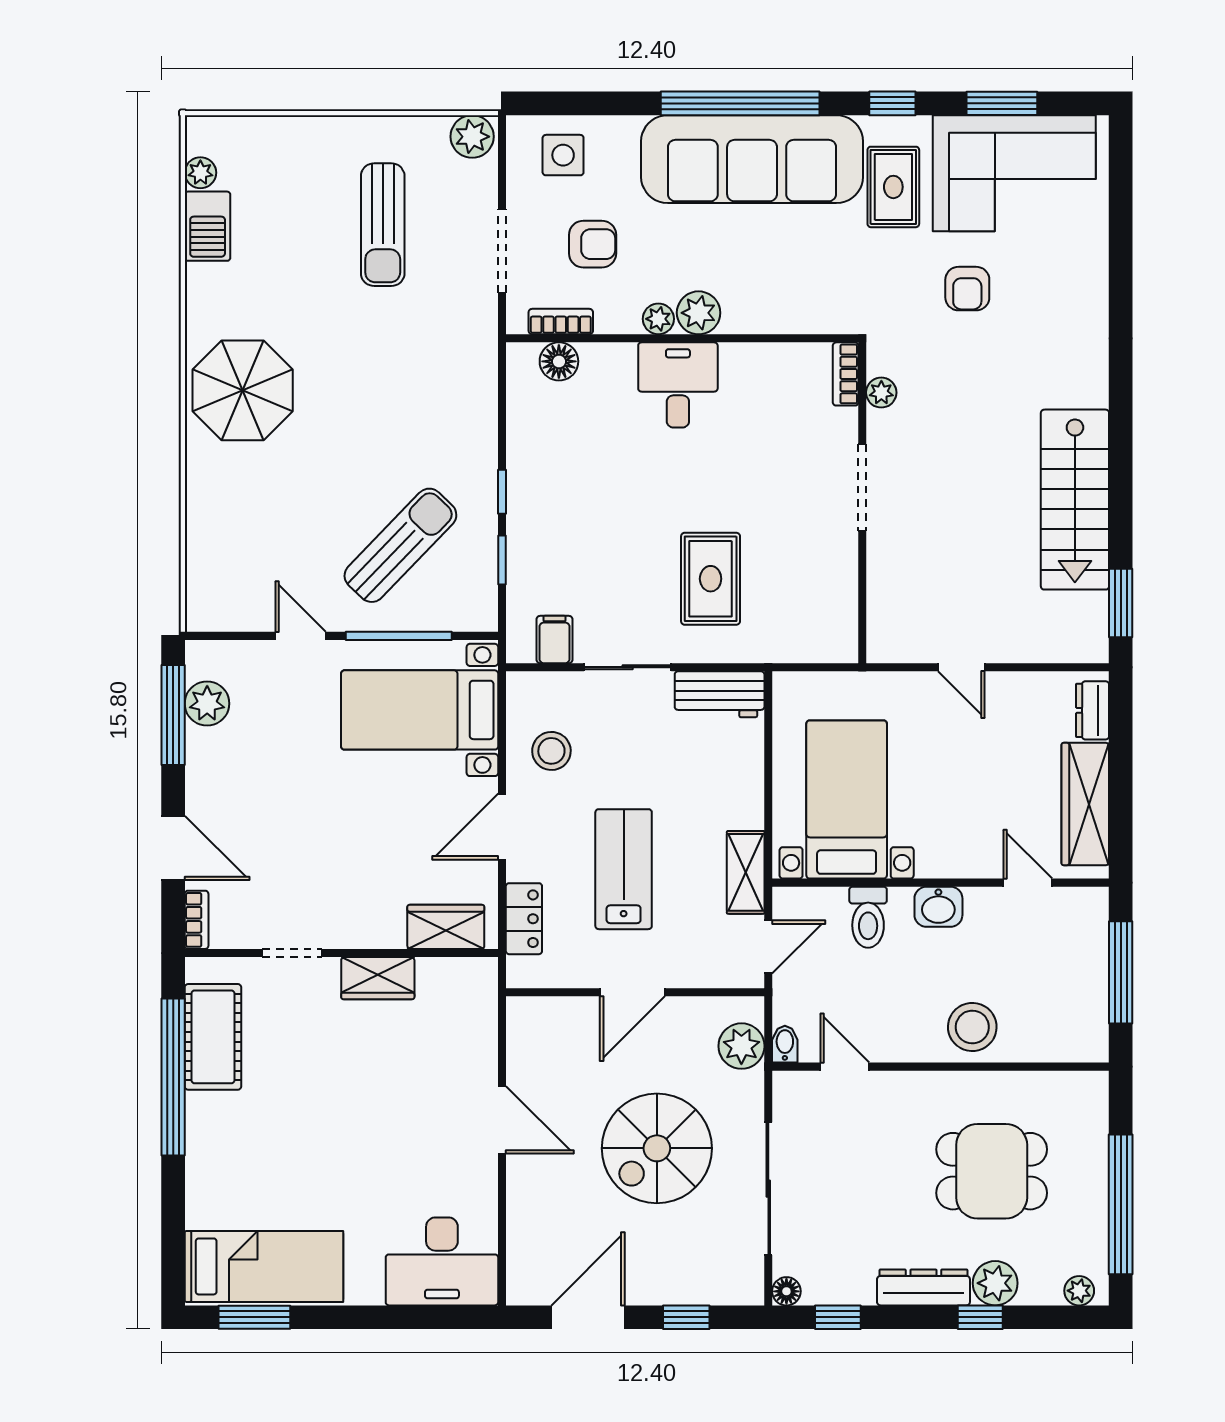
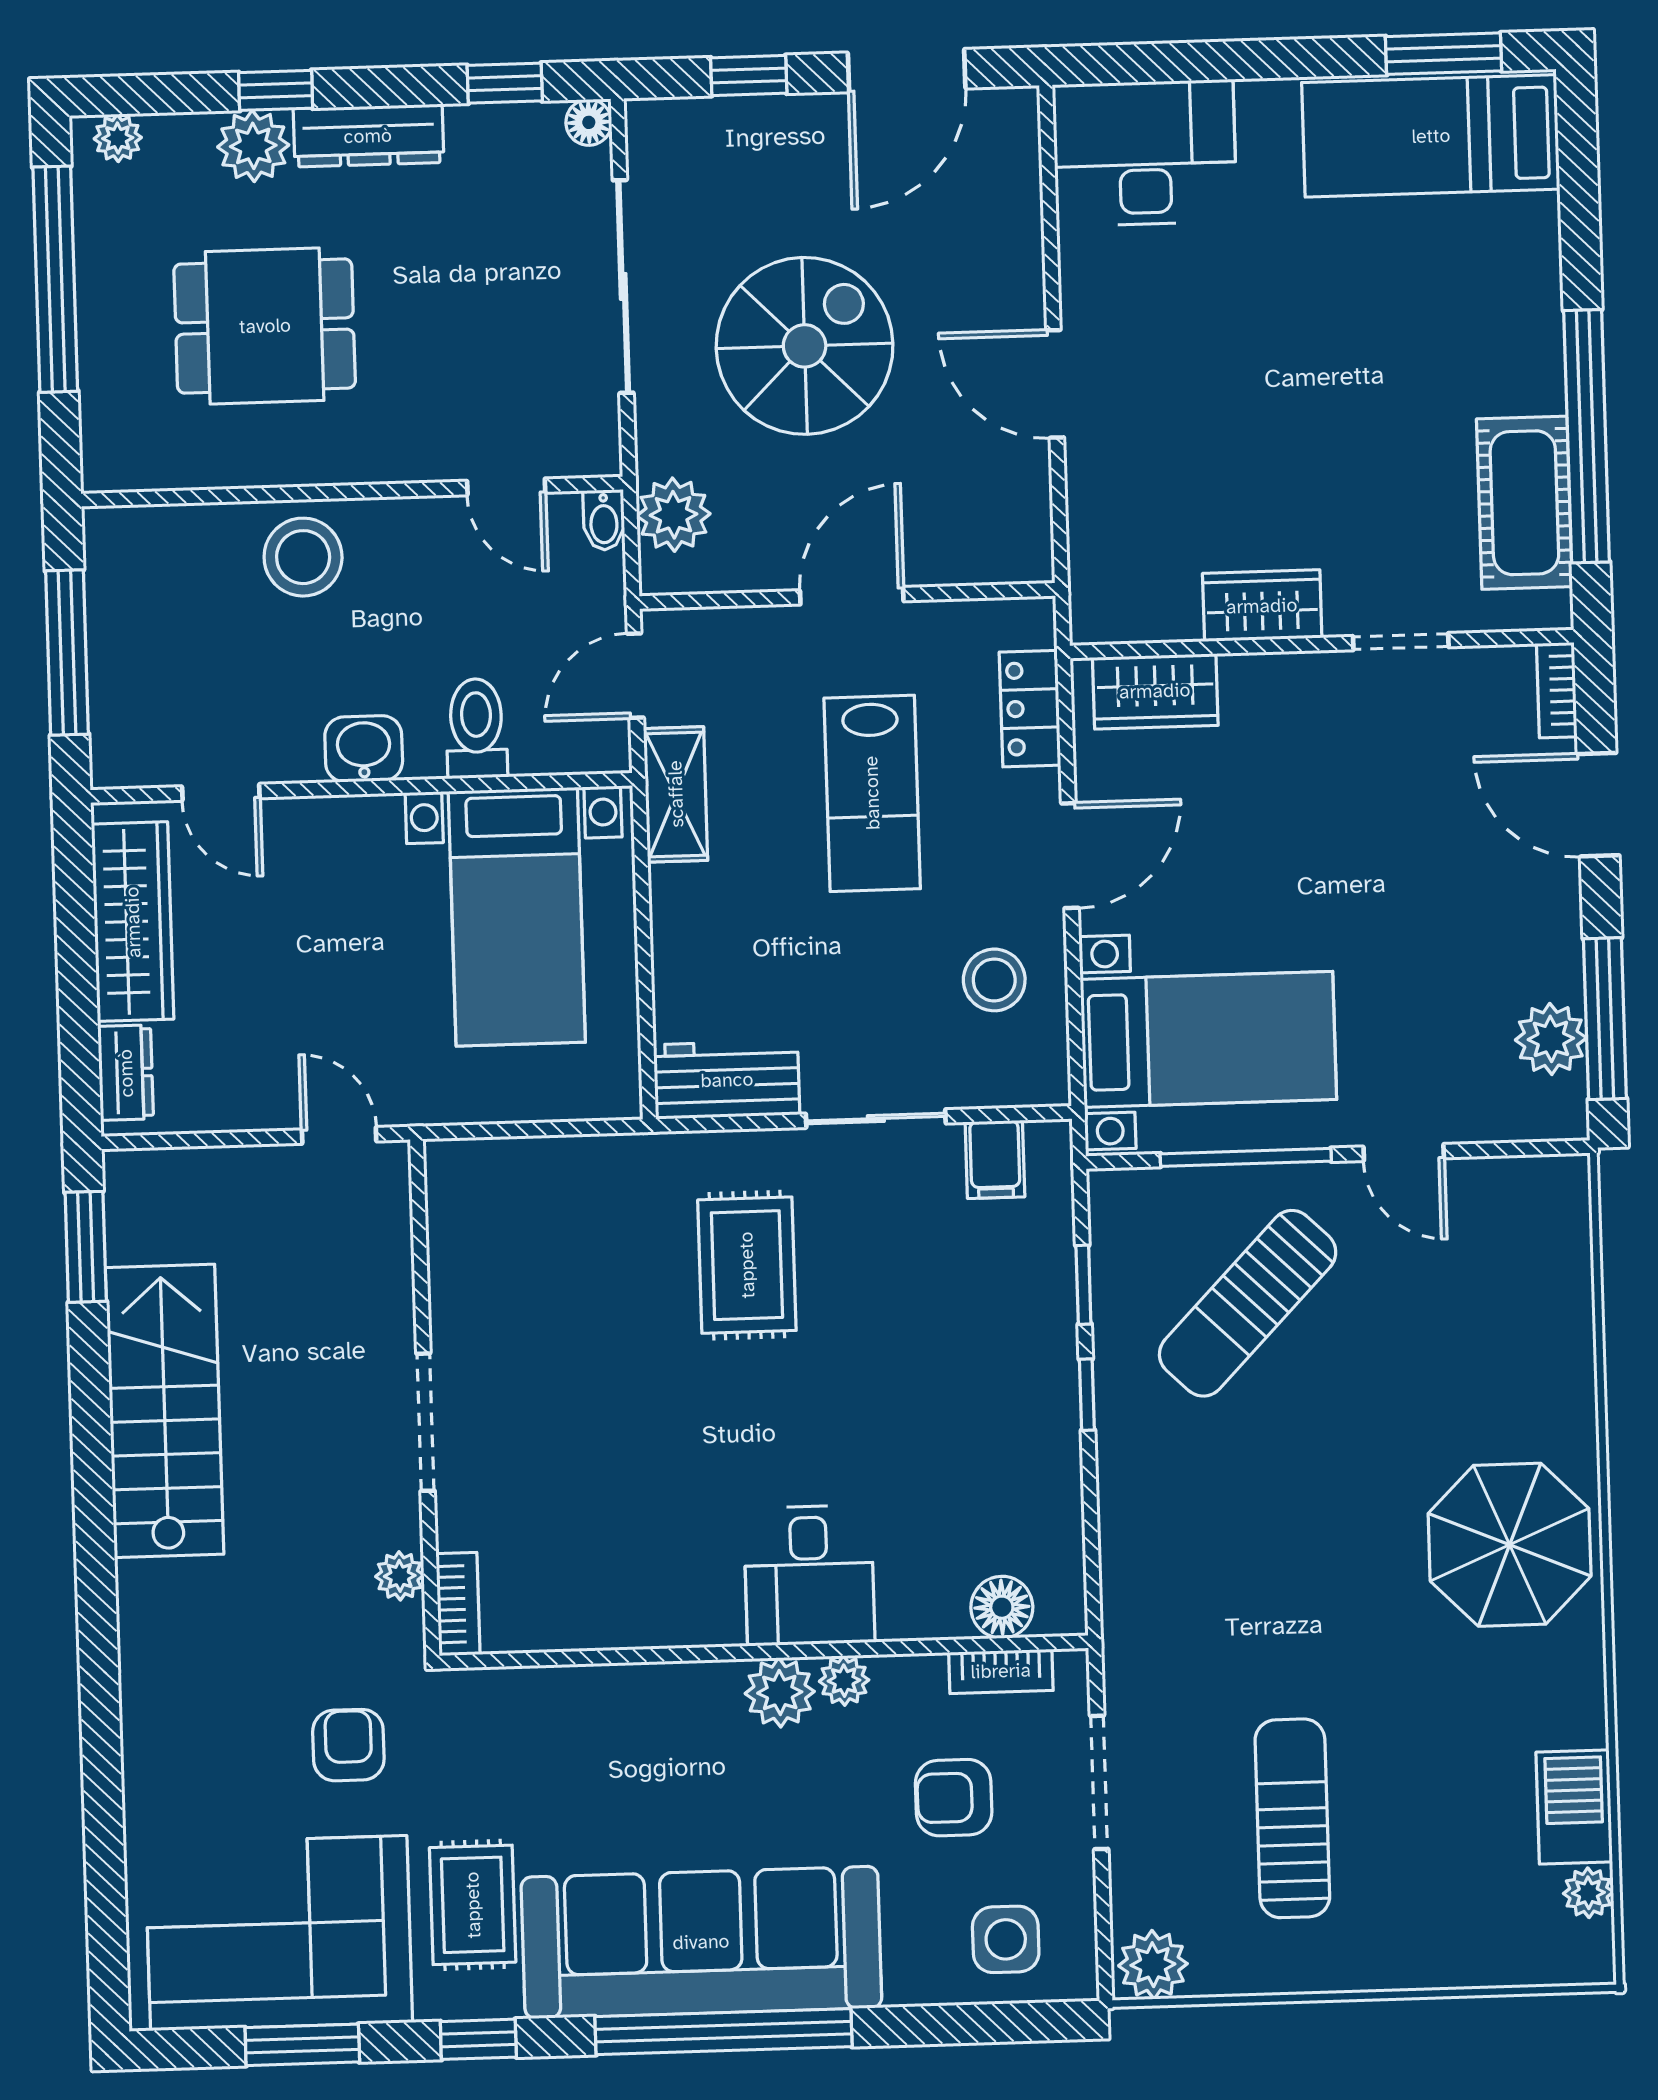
bookcase: (846, 374) -> (458, 1604), moved
plant: (881, 393) -> (400, 1576), moved
doorway: (862, 488) -> (425, 1422), moved
wall: (862, 503) -> (425, 1398), moved

